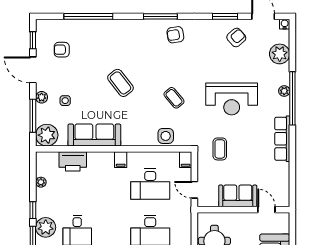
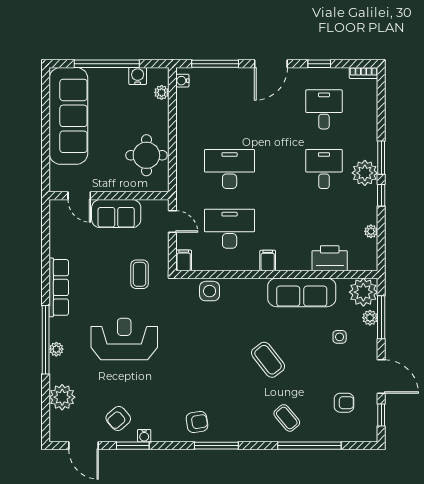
water cooler: (285, 24) -> (144, 436), moved
plant: (42, 97) -> (370, 318), moved
coffee table: (174, 98) -> (287, 418), moved

